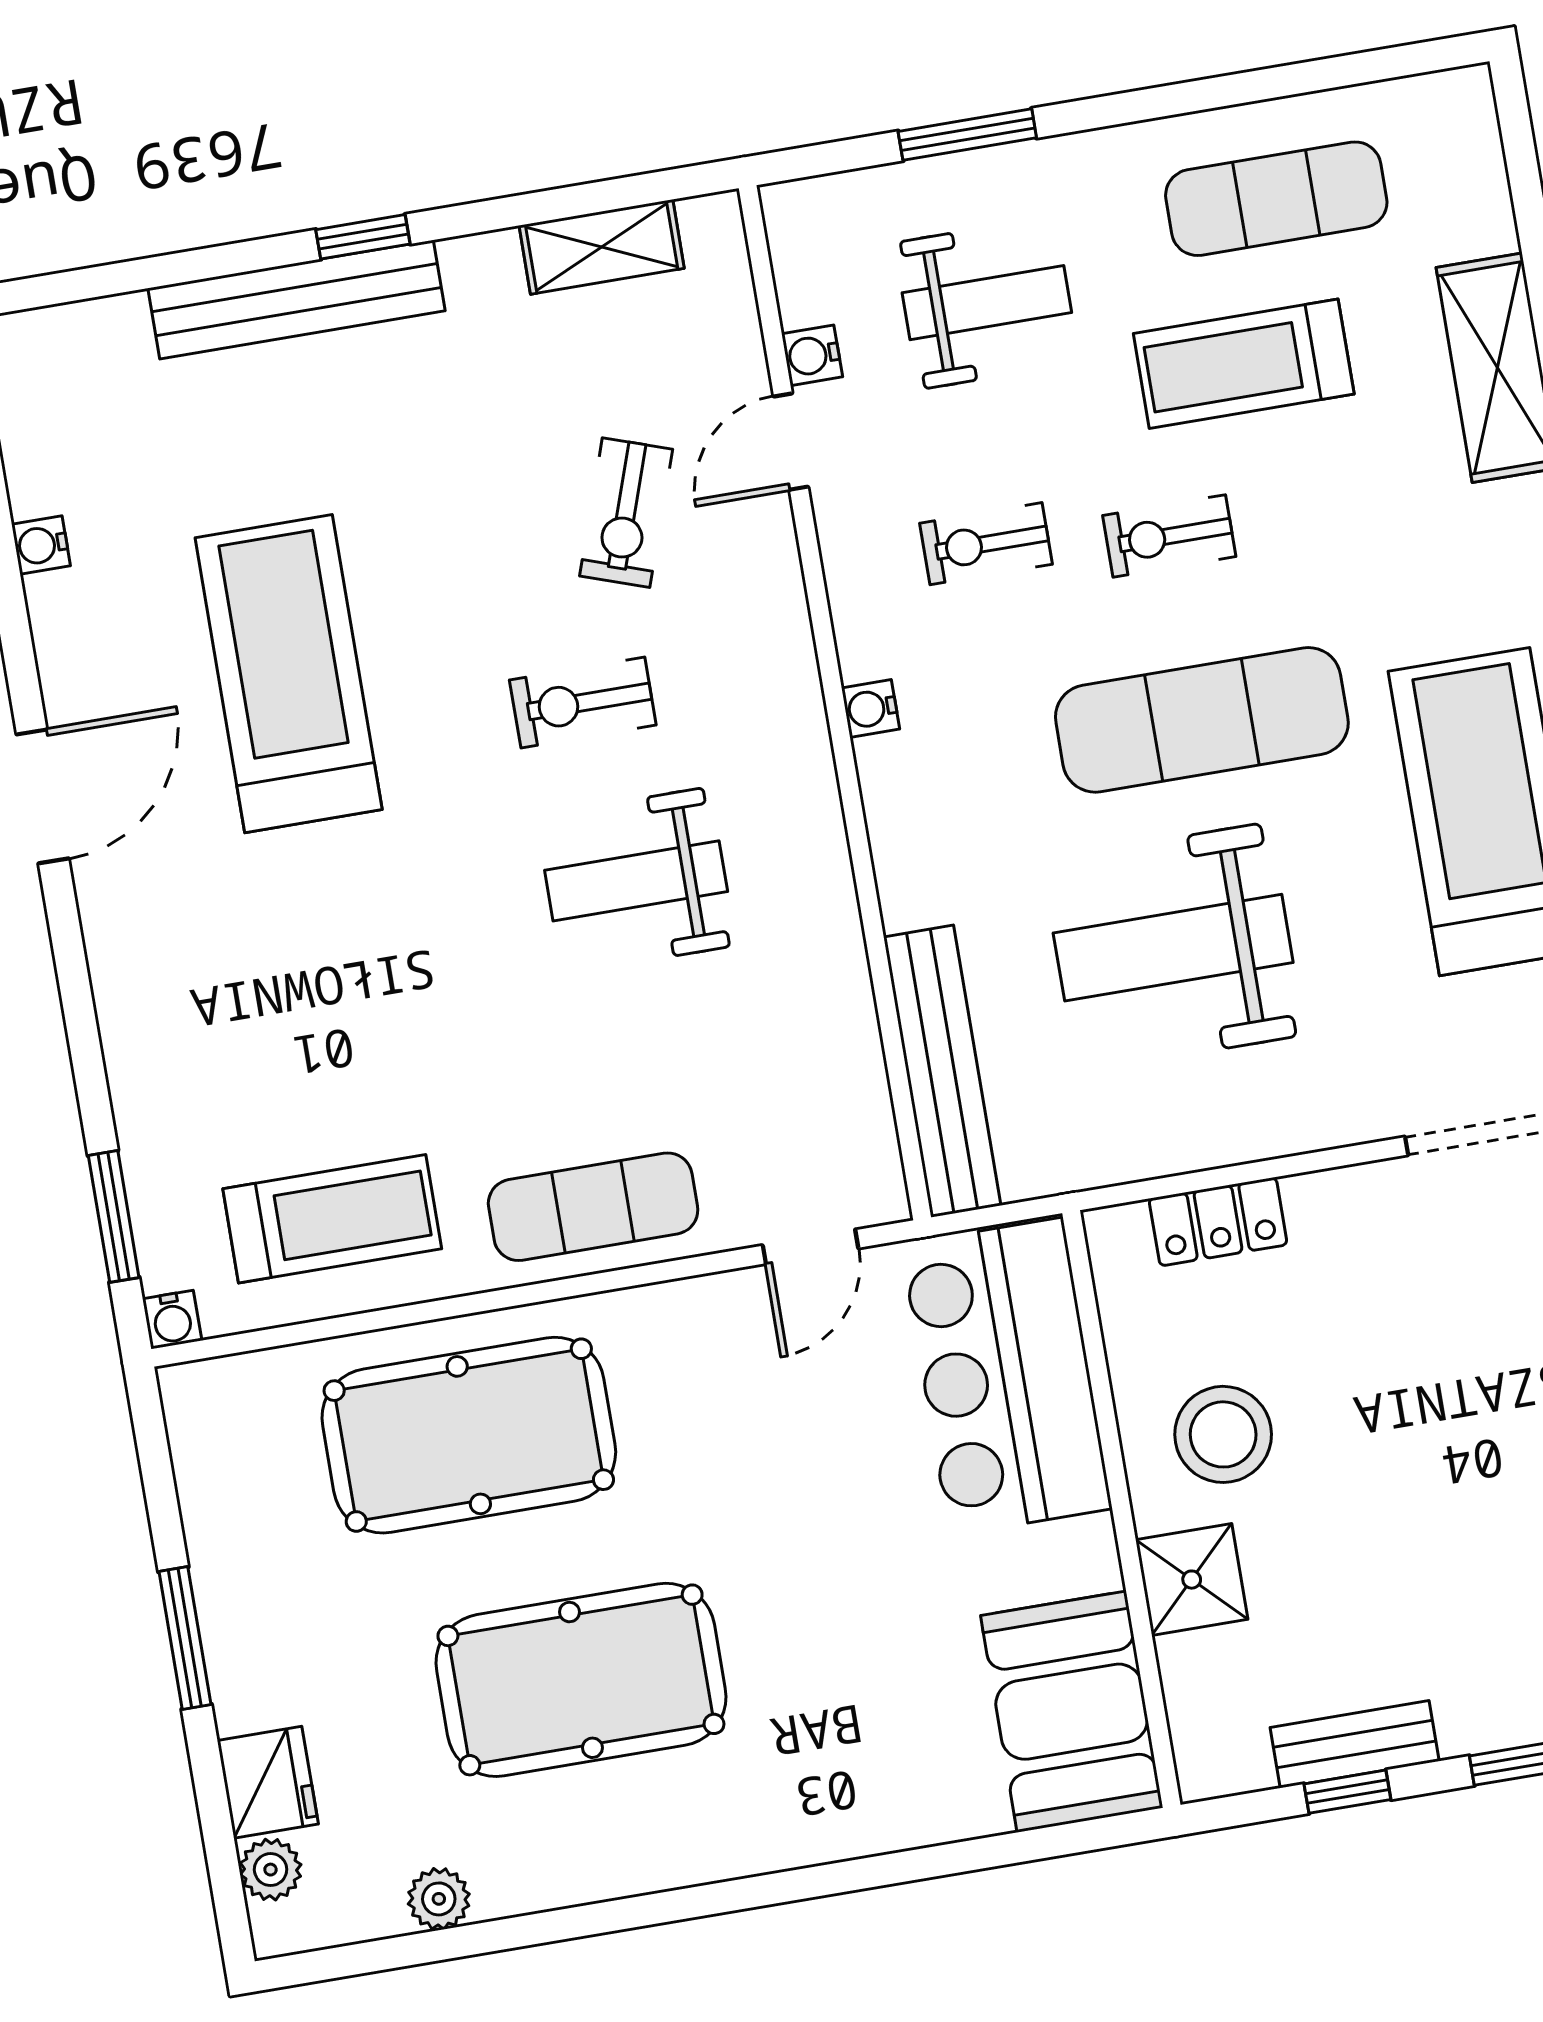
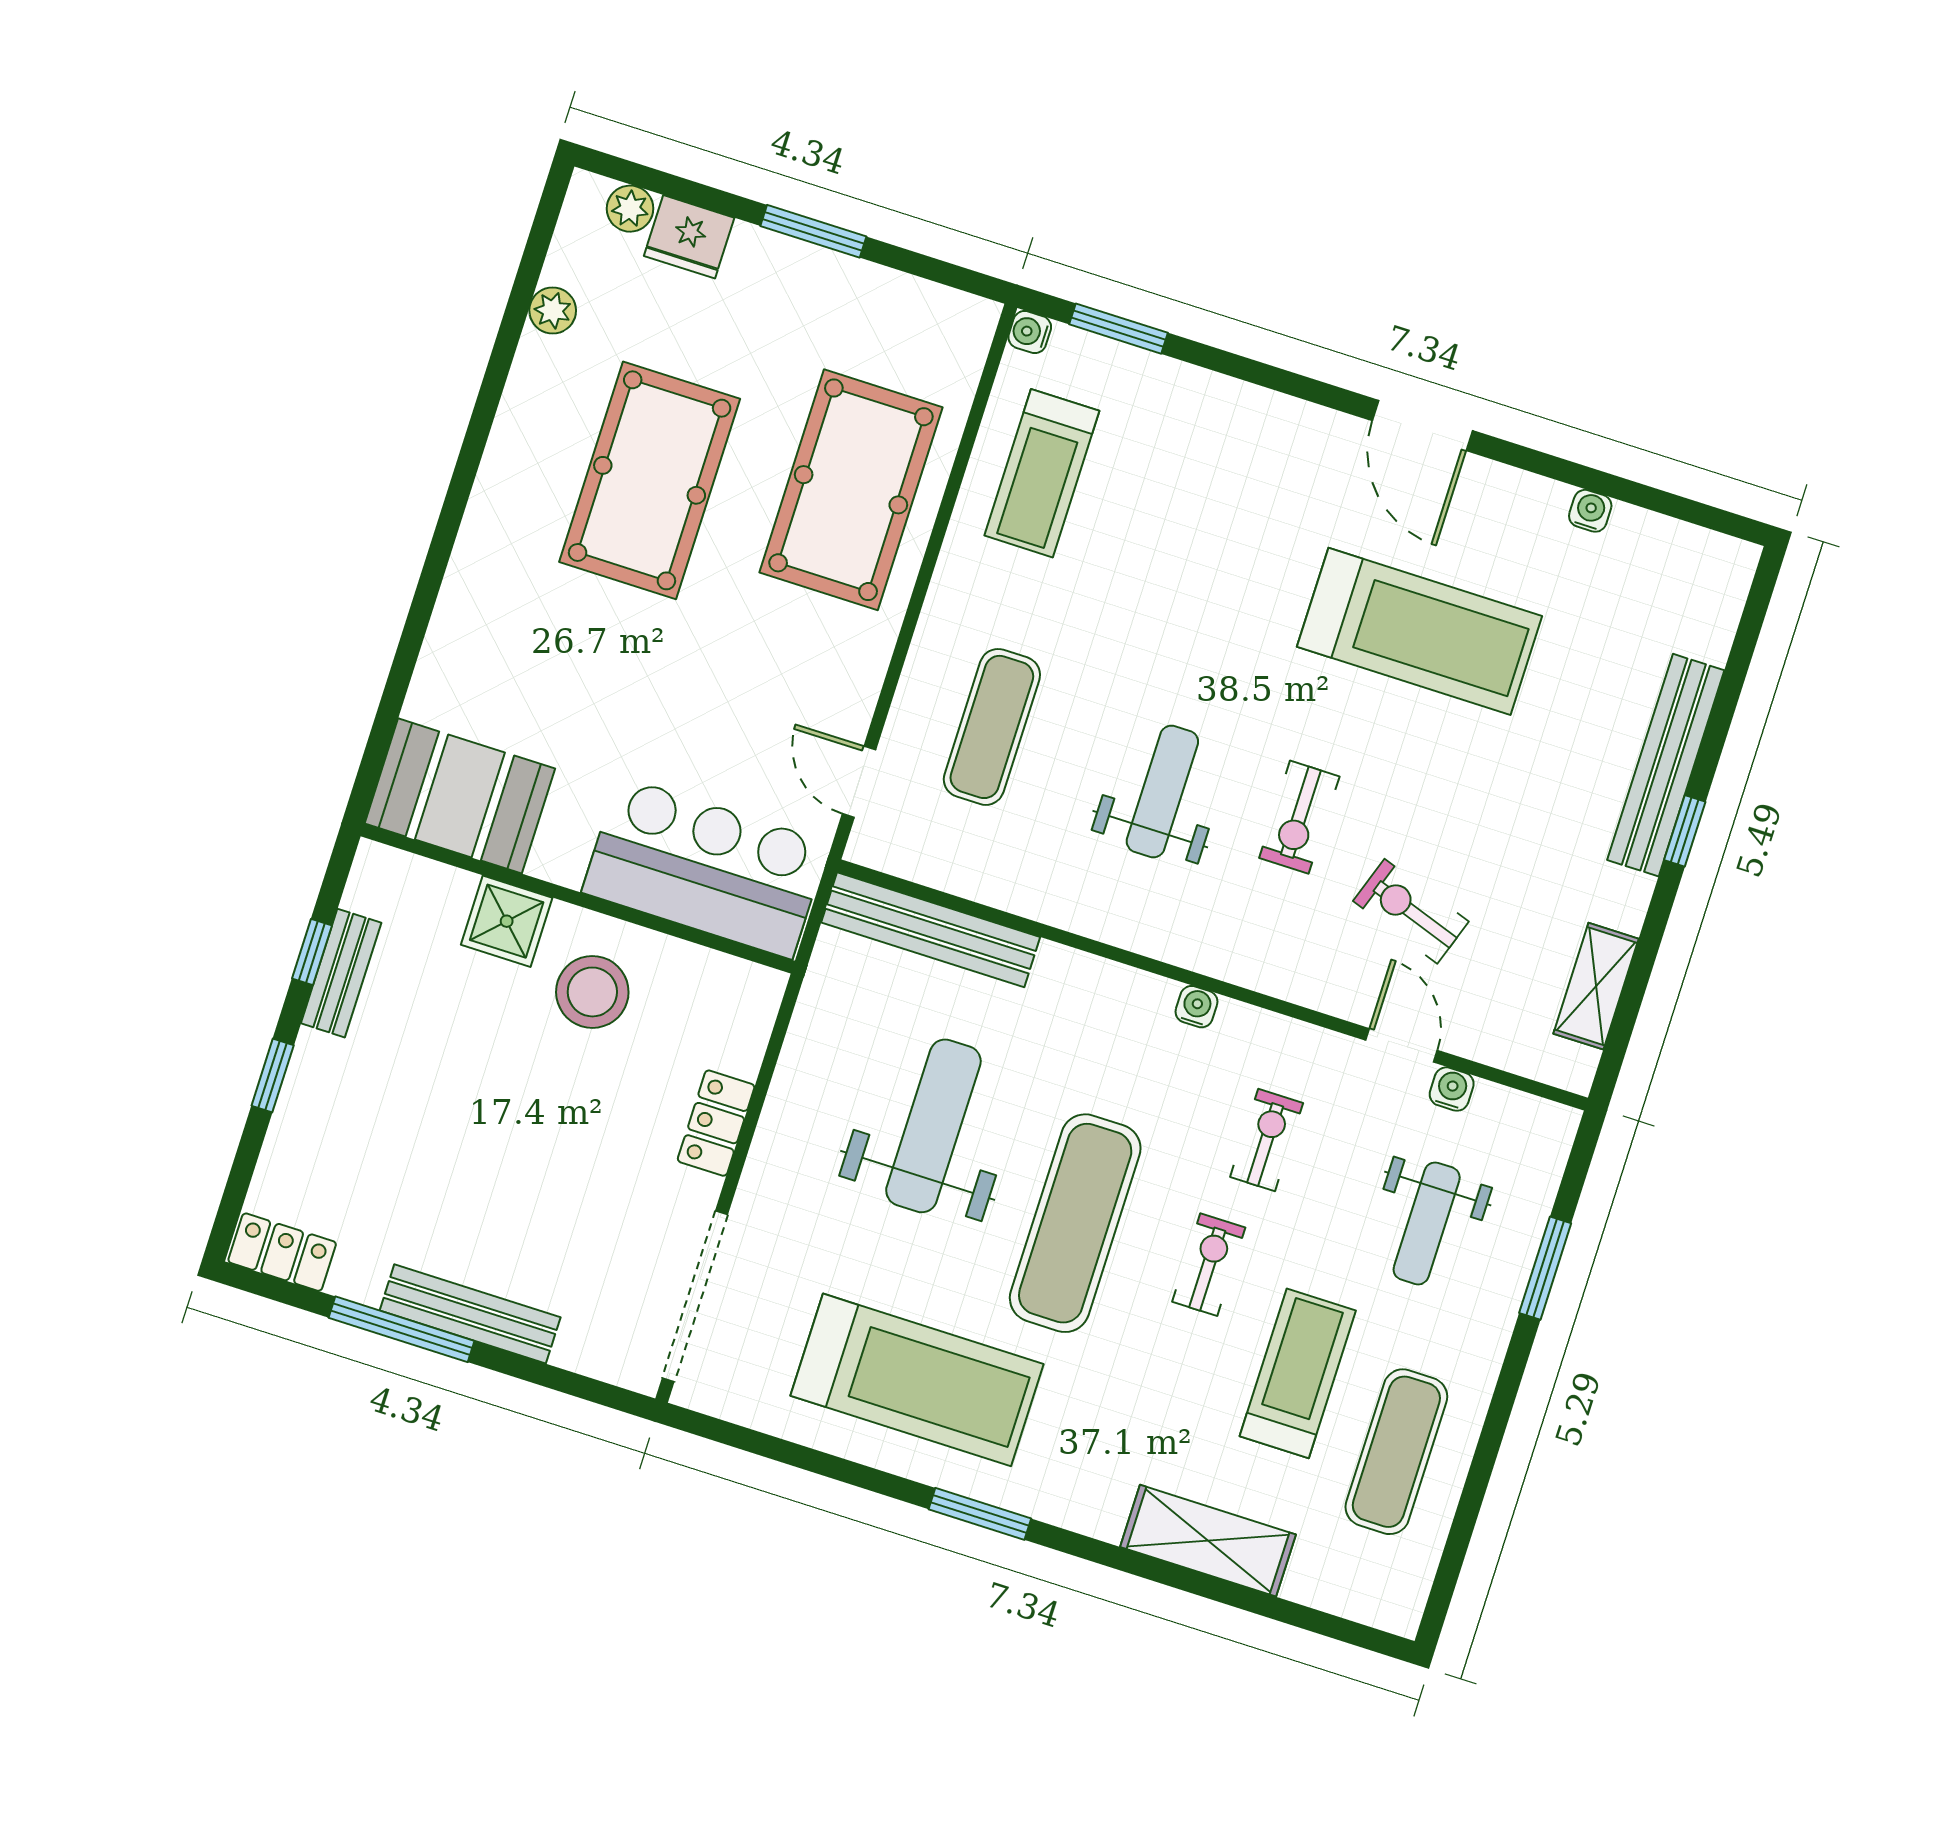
exercise bike: (583, 703) -> (1299, 817), turned 180
exercise mat: (593, 1207) -> (992, 727), moved
locker: (1218, 1222) -> (716, 1123), moved

